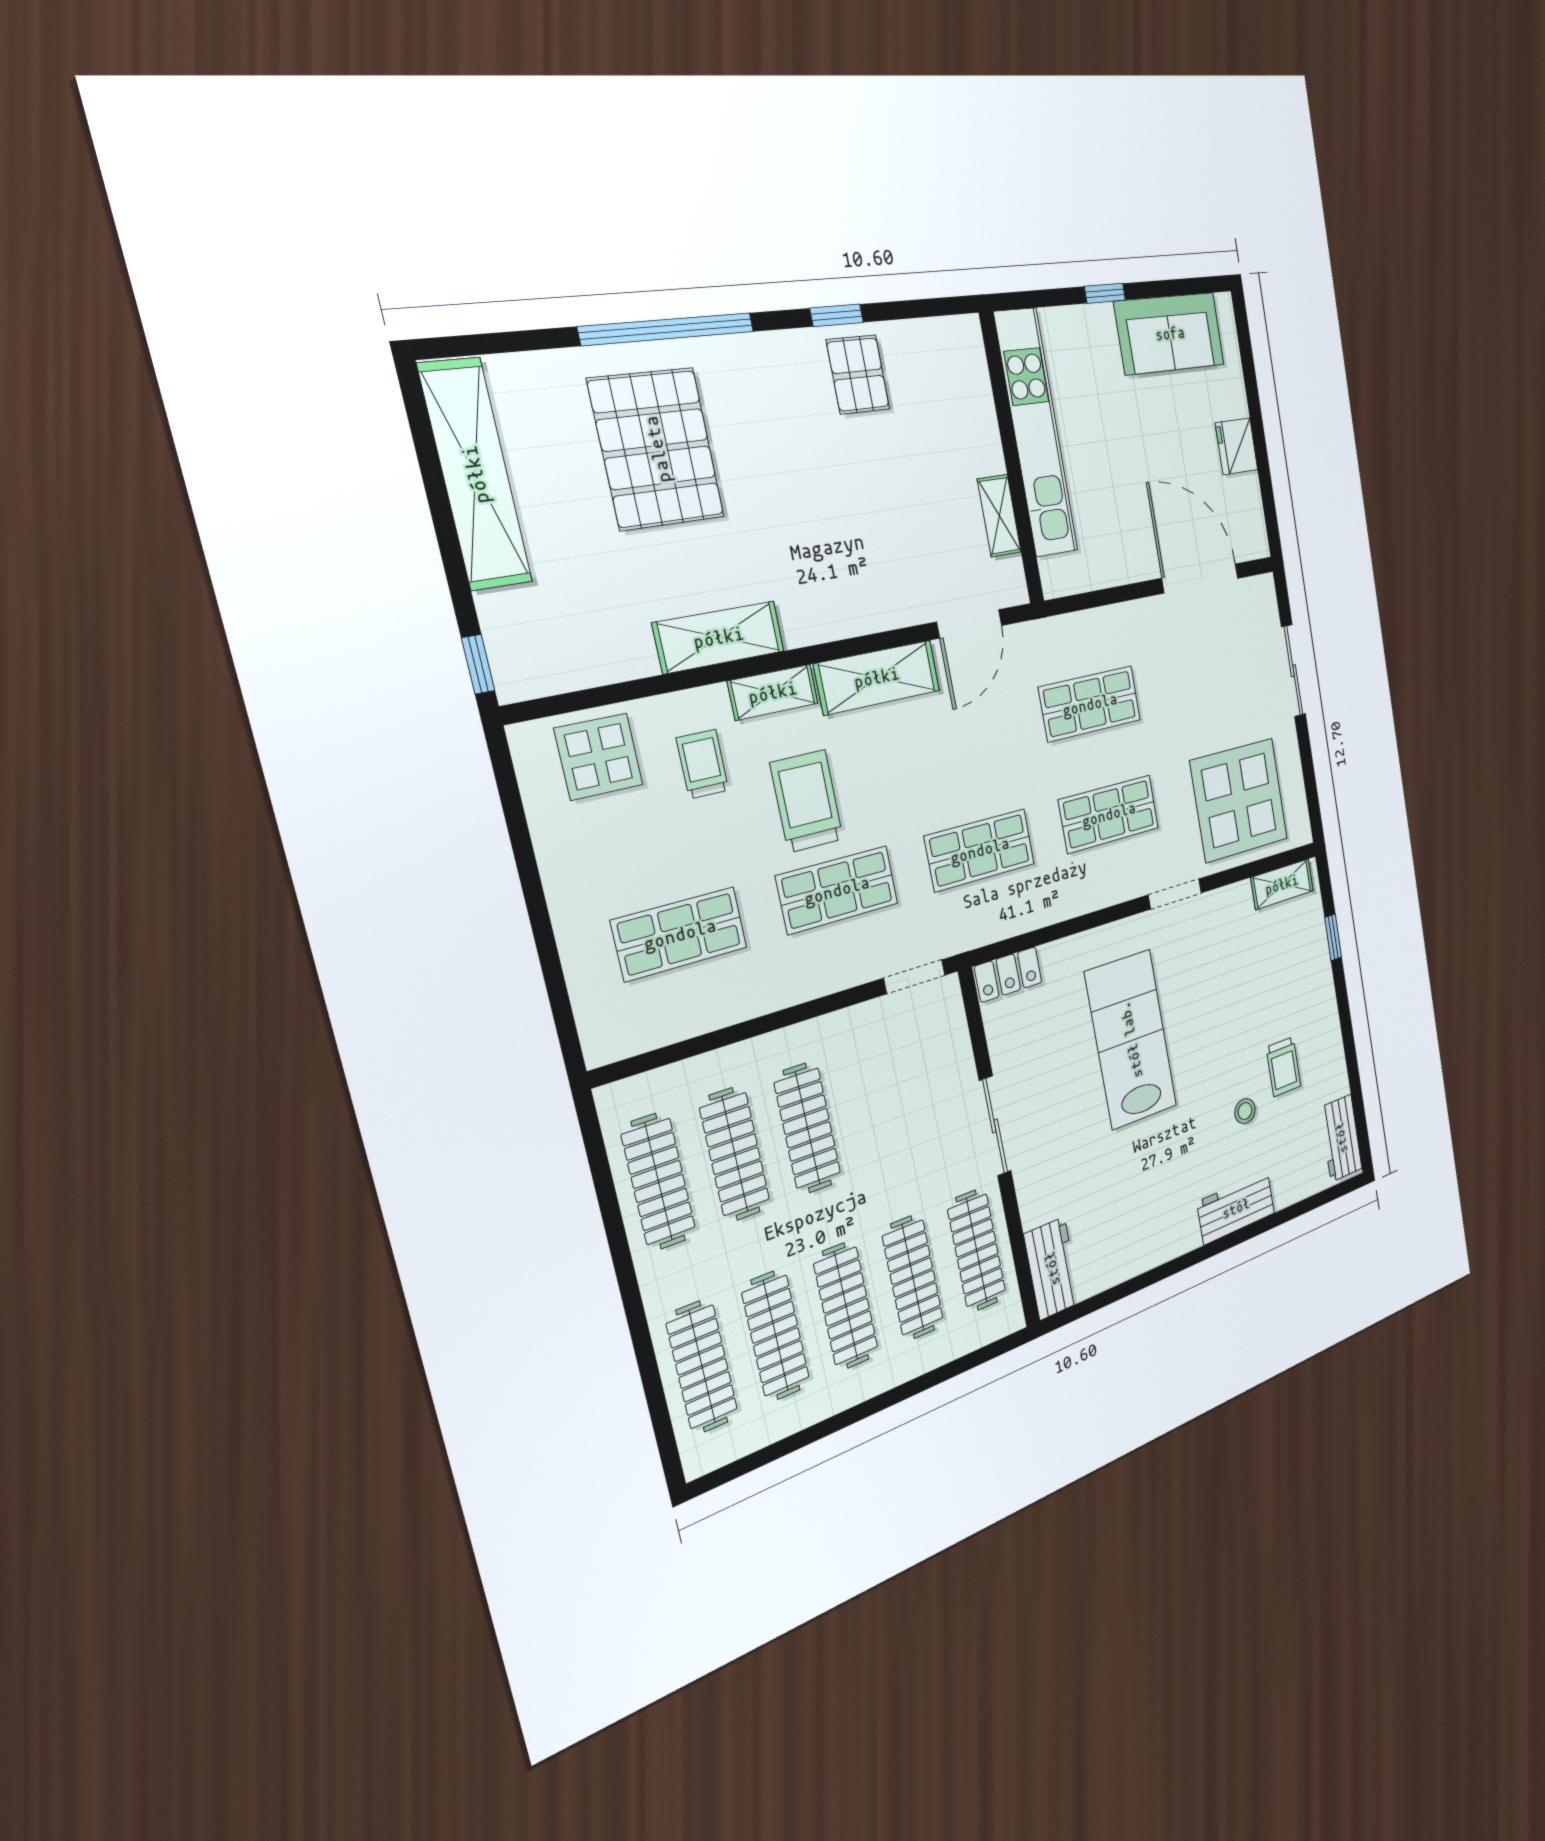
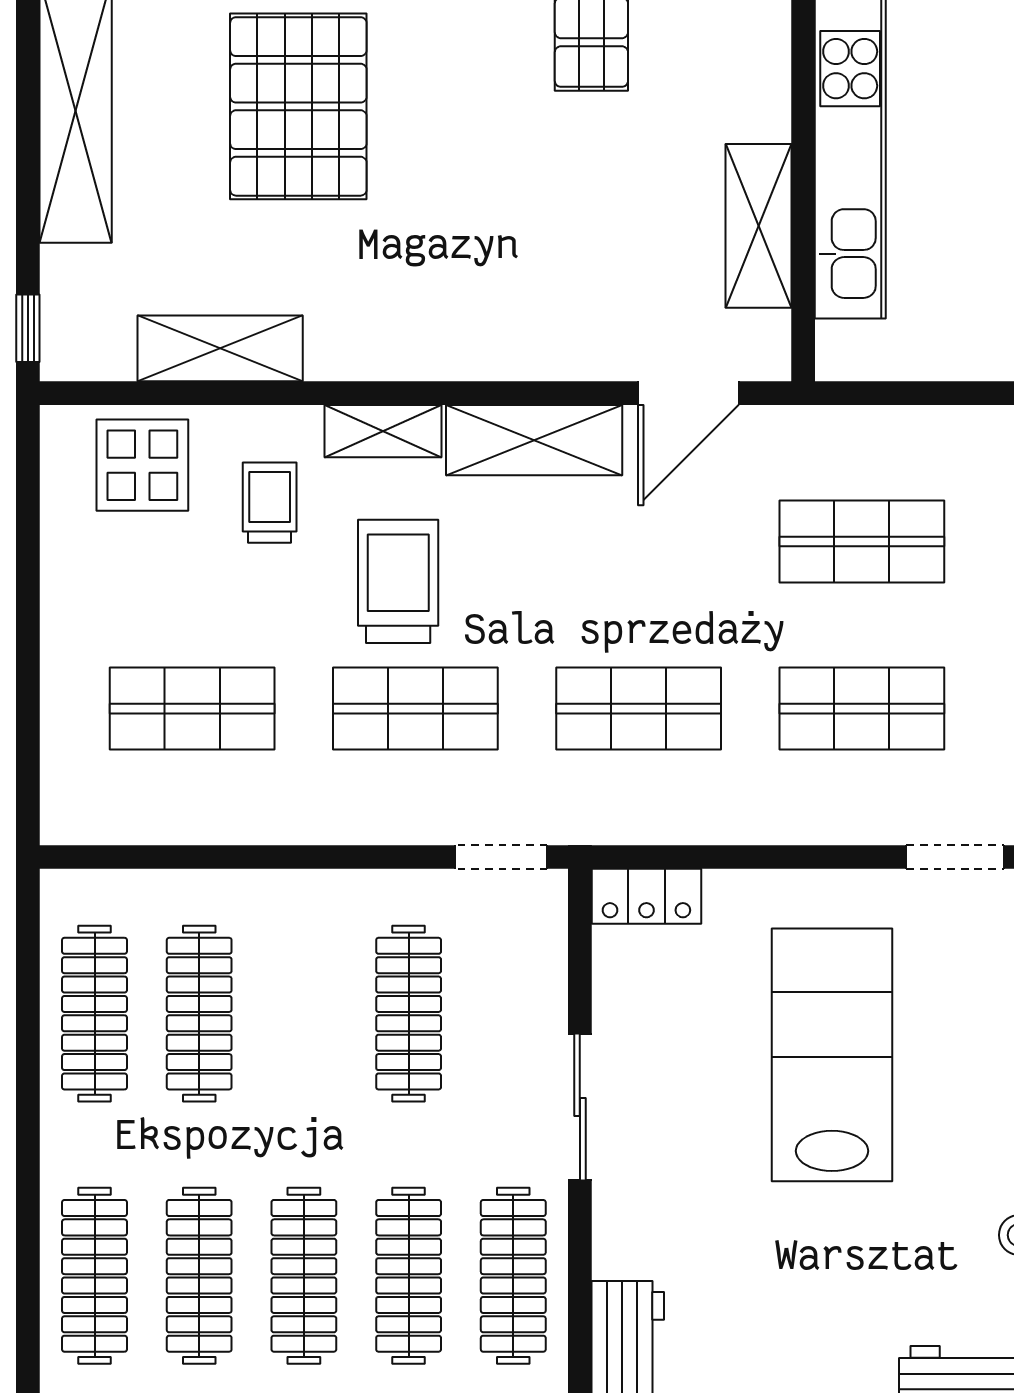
shelving: (999, 516) -> (758, 226), width x1.50, depth x1.33
shelving: (719, 637) -> (220, 348), moved
clothes rail: (807, 1128) -> (409, 1014), moved

